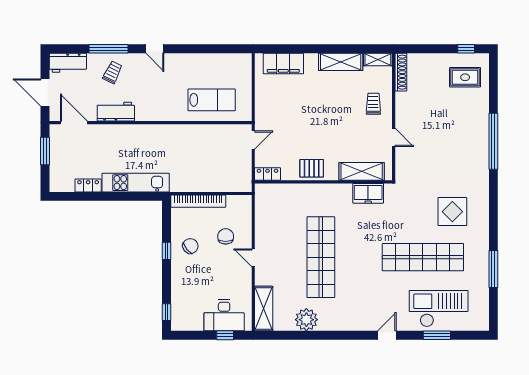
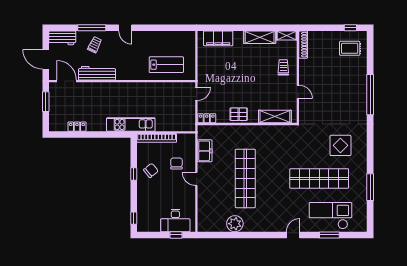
workbench: (116, 112) -> (97, 73), width x1.38
kitchen unit: (136, 183) -> (131, 125), moved
freezer: (368, 193) -> (205, 151), moved, turned -90
shelving: (264, 309) -> (204, 216), removed

